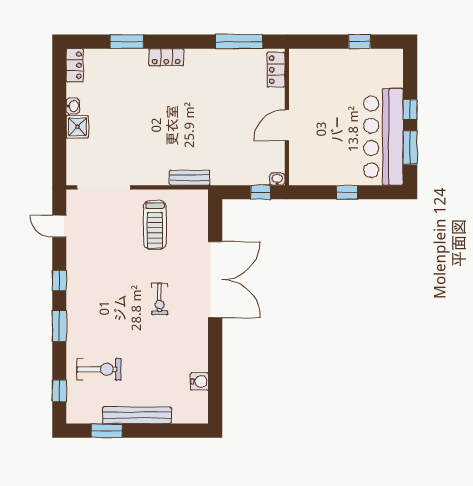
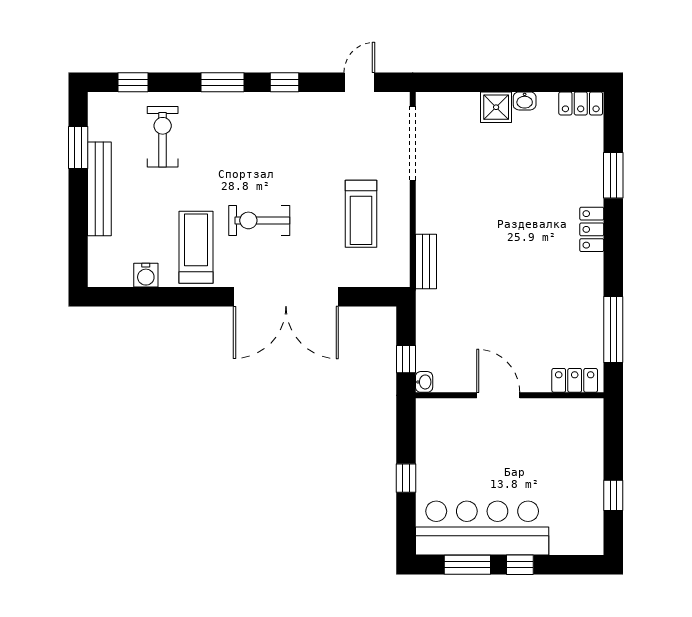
treadmill: (155, 225) -> (361, 214), turned -90
exercise bike: (160, 299) -> (259, 220), width x1.38, depth x1.39
treadmill: (179, 345) -> (196, 247), added
exercise bike: (99, 369) -> (163, 137), turned 180

